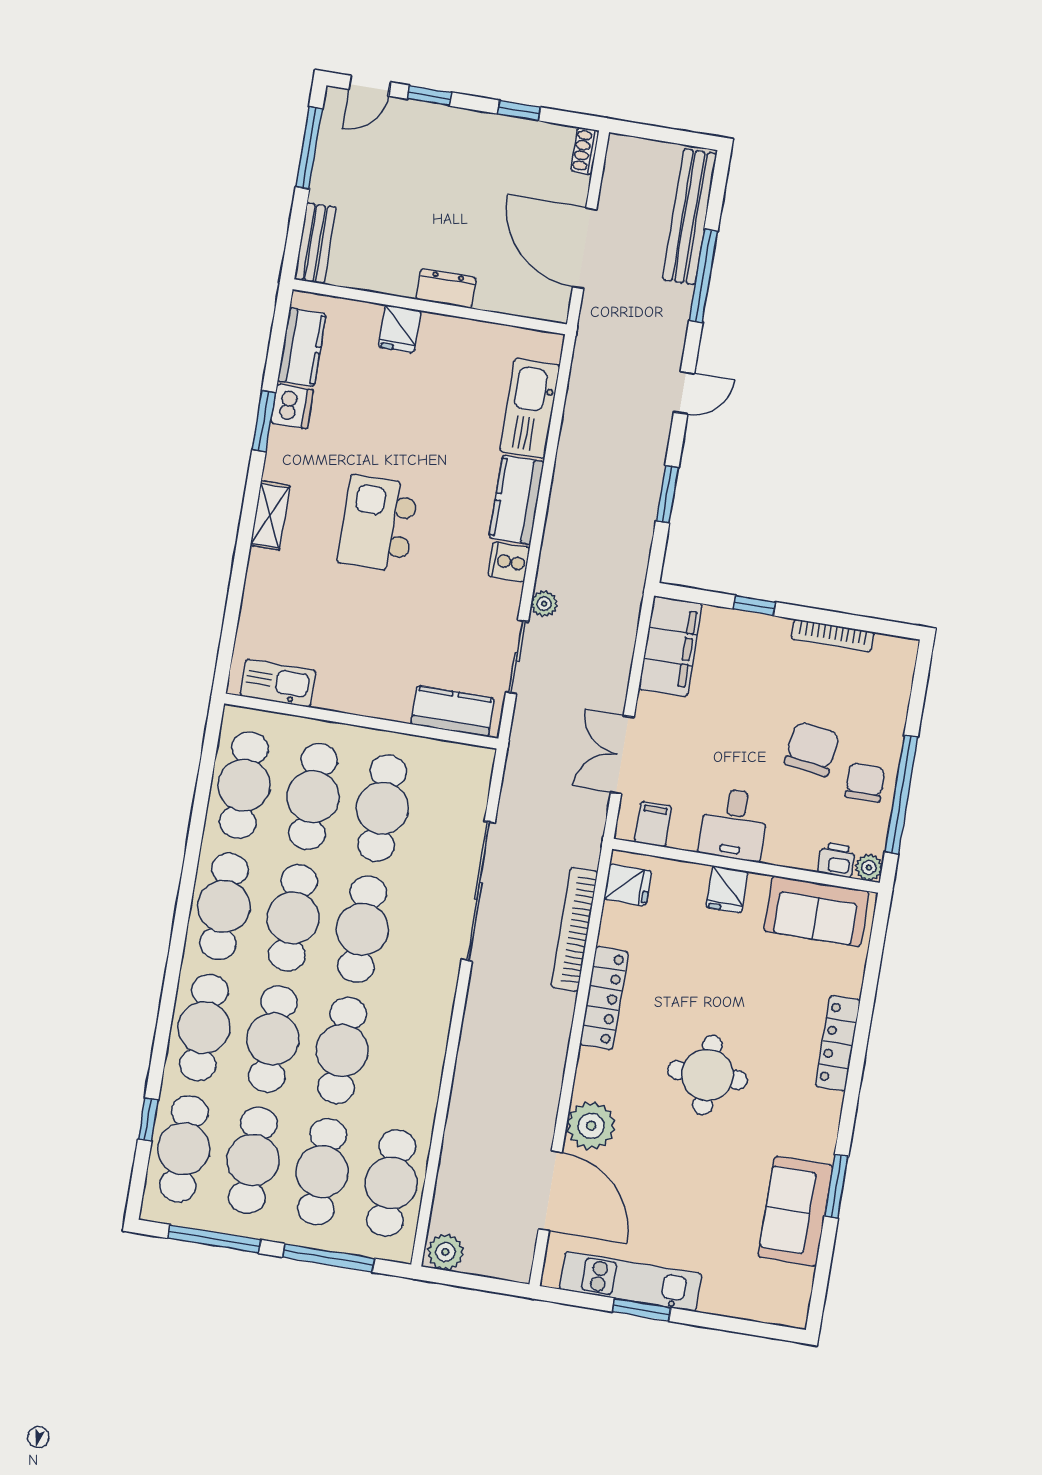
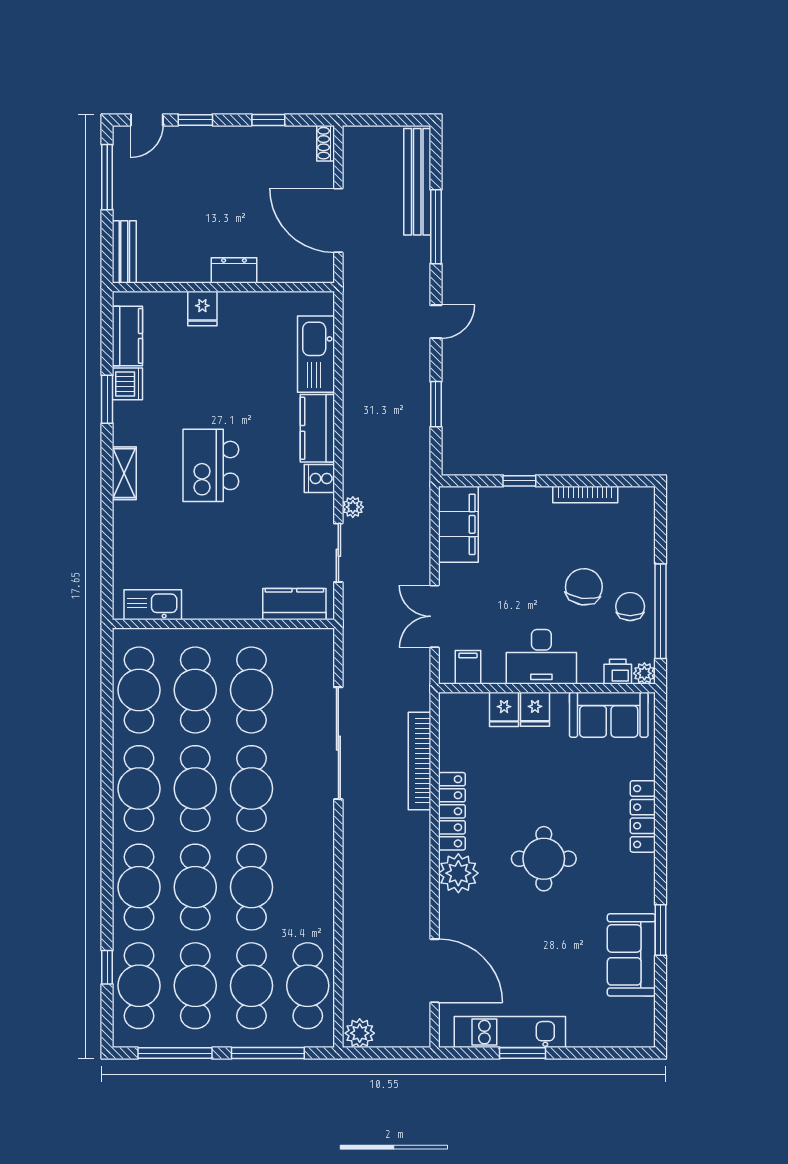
desk: (734, 824) -> (541, 657), width x1.37
fridge: (628, 885) -> (504, 709), moved, turned 90
plant: (591, 1126) -> (458, 873), moved

